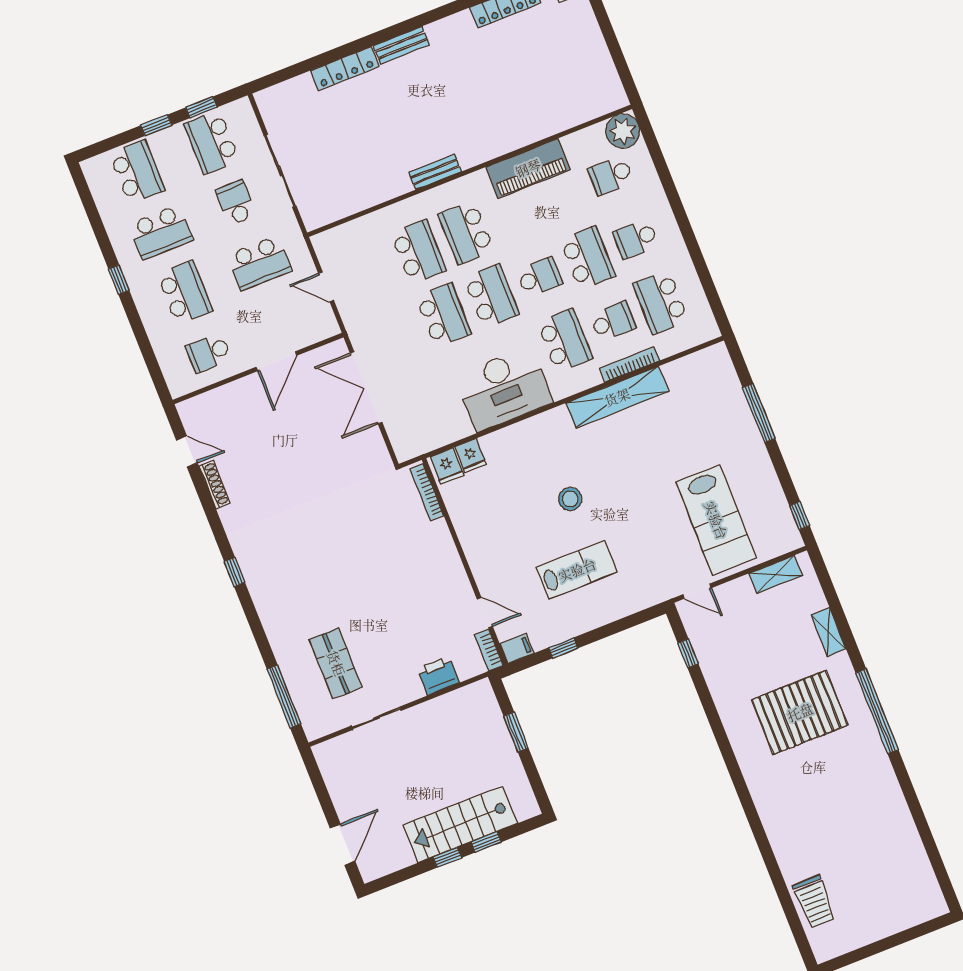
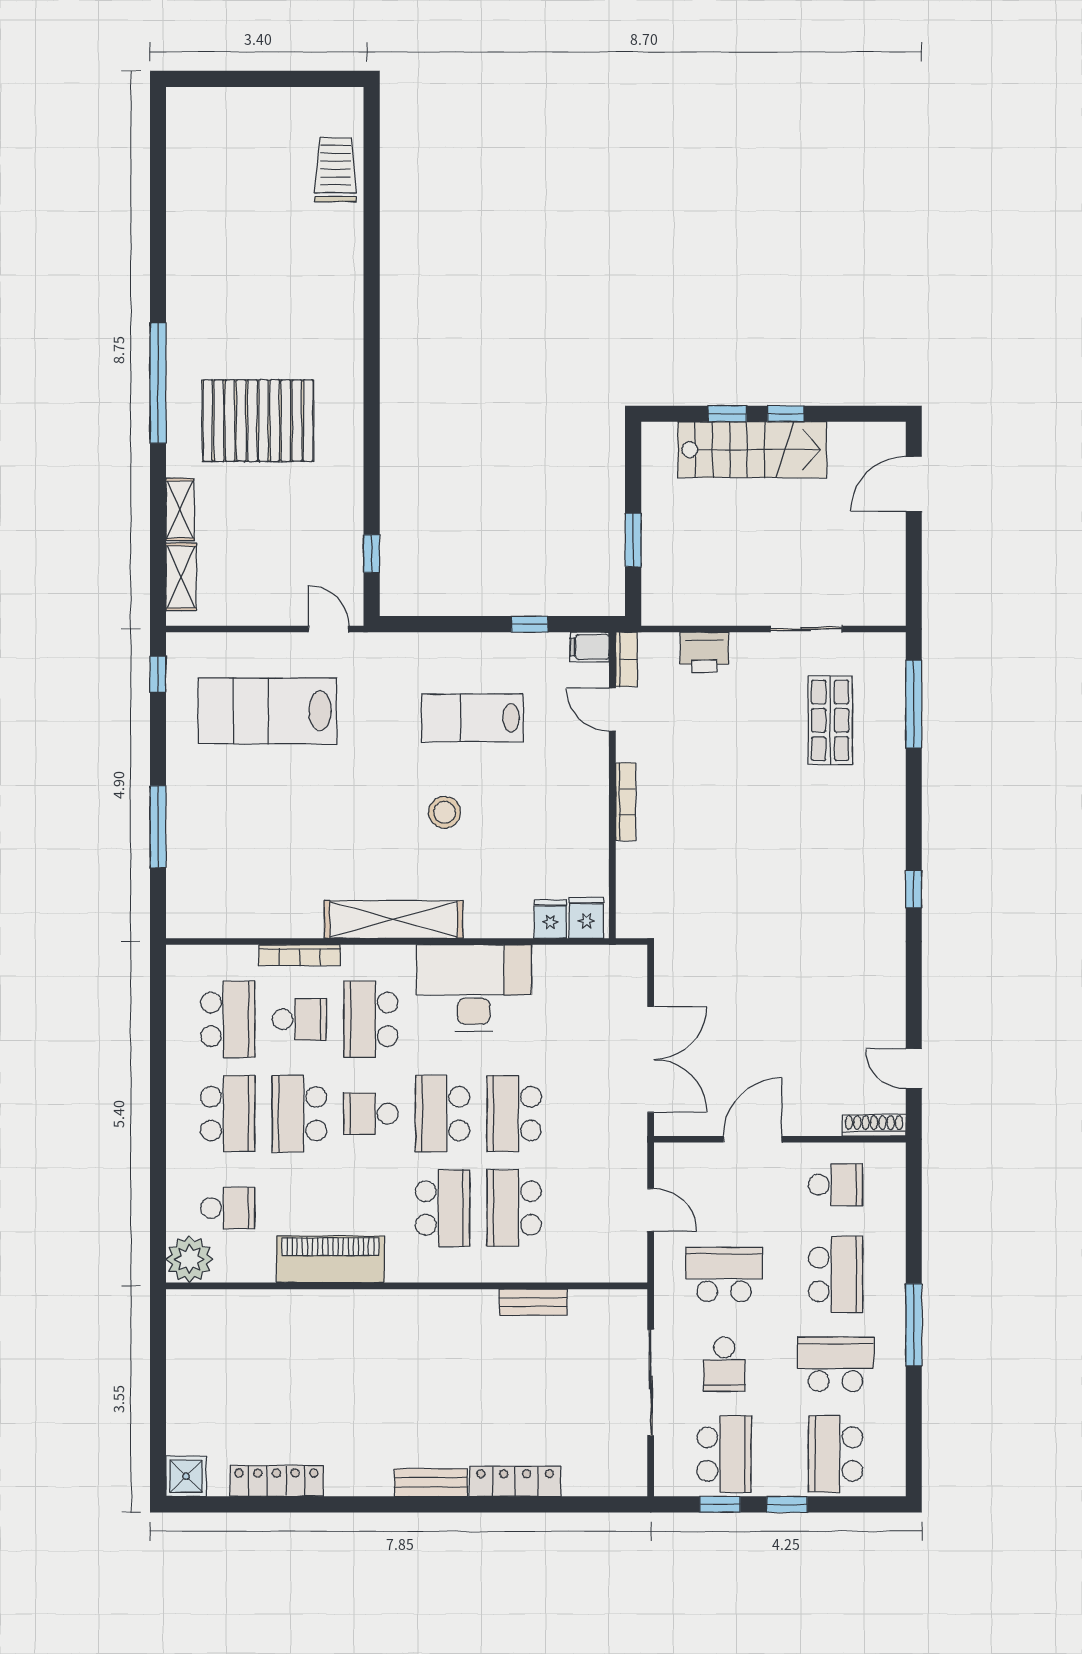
bench: (435, 172) -> (533, 1302), moved
school desk: (636, 239) -> (228, 1114), width x1.85
window: (119, 280) -> (914, 1325), width x2.17
school desk: (185, 293) -> (836, 1274), turned 180
school desk: (613, 321) -> (299, 1019), turned 180
shelving: (617, 397) -> (394, 919), moved
shoe rack: (215, 484) -> (874, 1125), moved, turned 90
bookcase: (427, 492) -> (626, 802), moved
lab bench: (716, 520) -> (267, 711), turned -90
shelving: (775, 574) -> (181, 577), moved, turned 90

